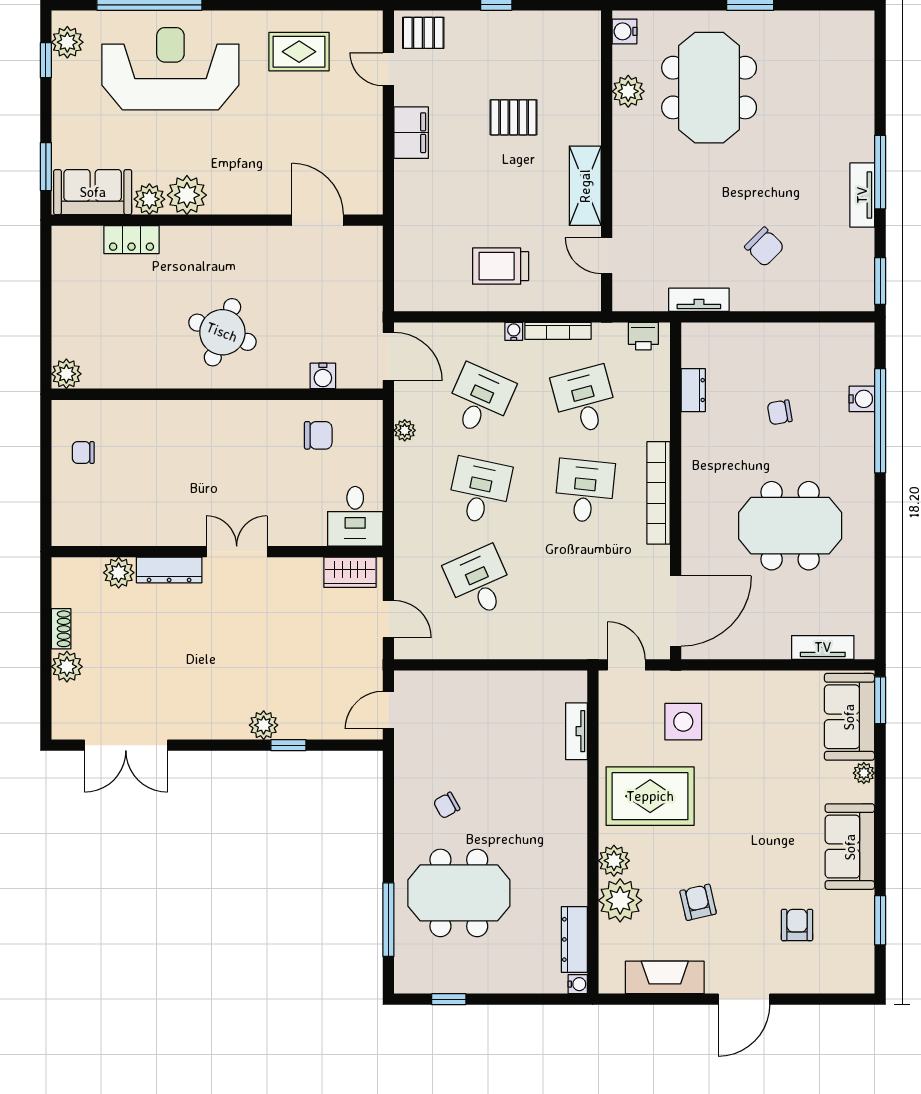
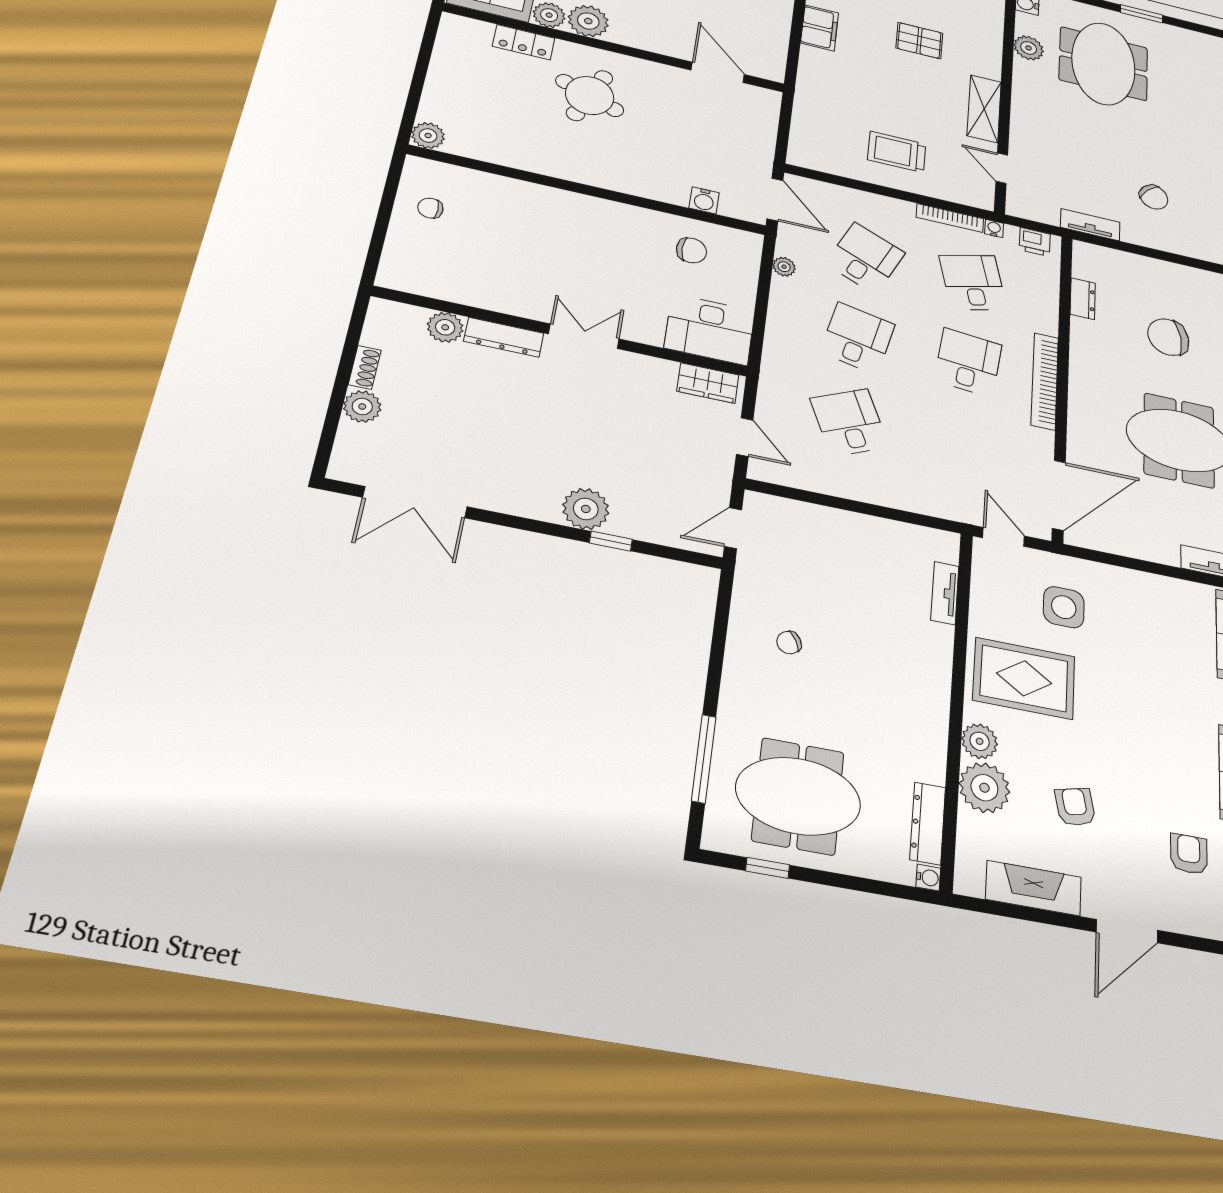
water cooler: (514, 331) -> (994, 229), moved
round table: (222, 332) -> (590, 95), moved
chair: (780, 412) -> (1168, 337), width x1.87, depth x1.87
desk: (355, 516) -> (710, 330), width x1.37
plant: (264, 725) -> (586, 509), width x1.36, depth x1.36
meeting table: (459, 893) -> (798, 796), moved

